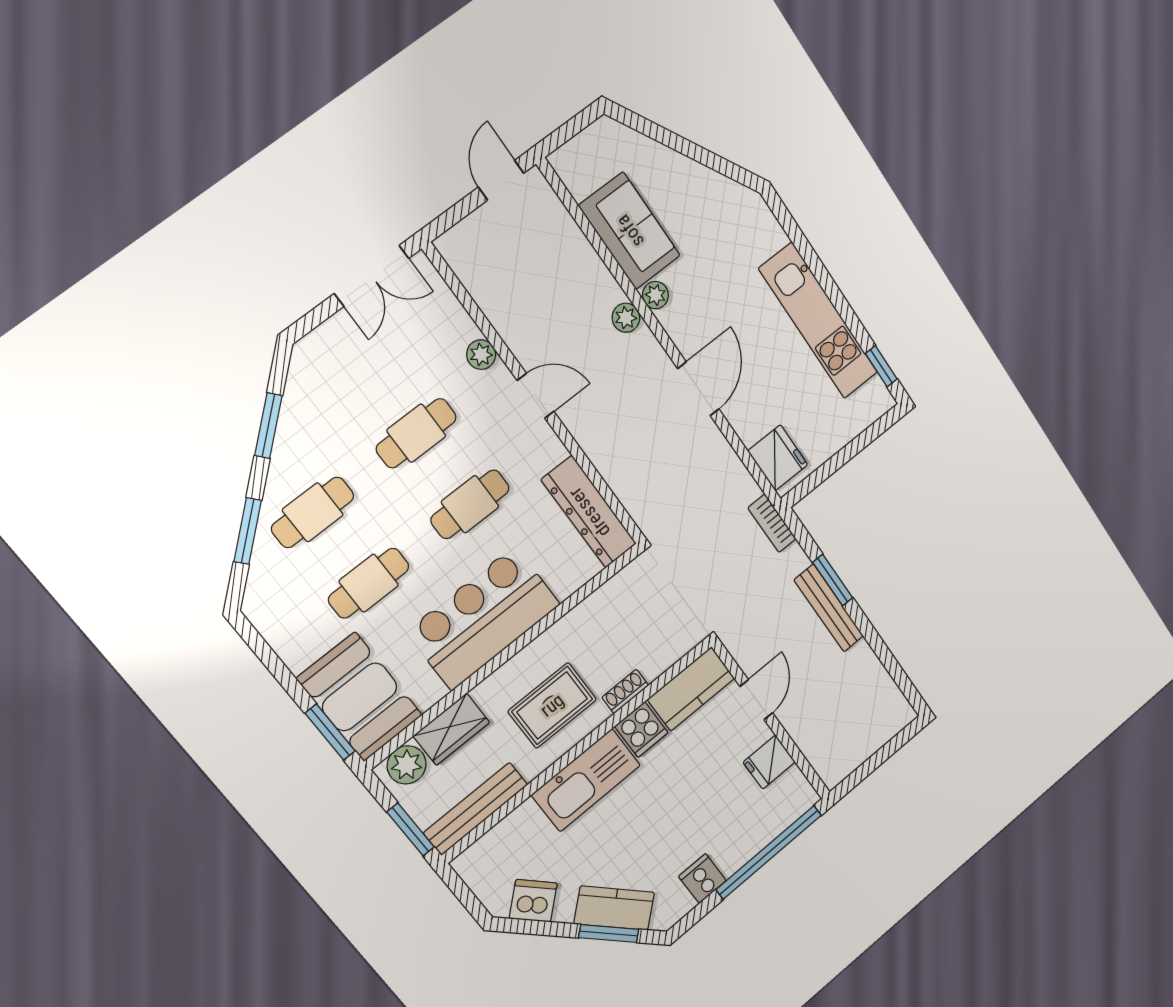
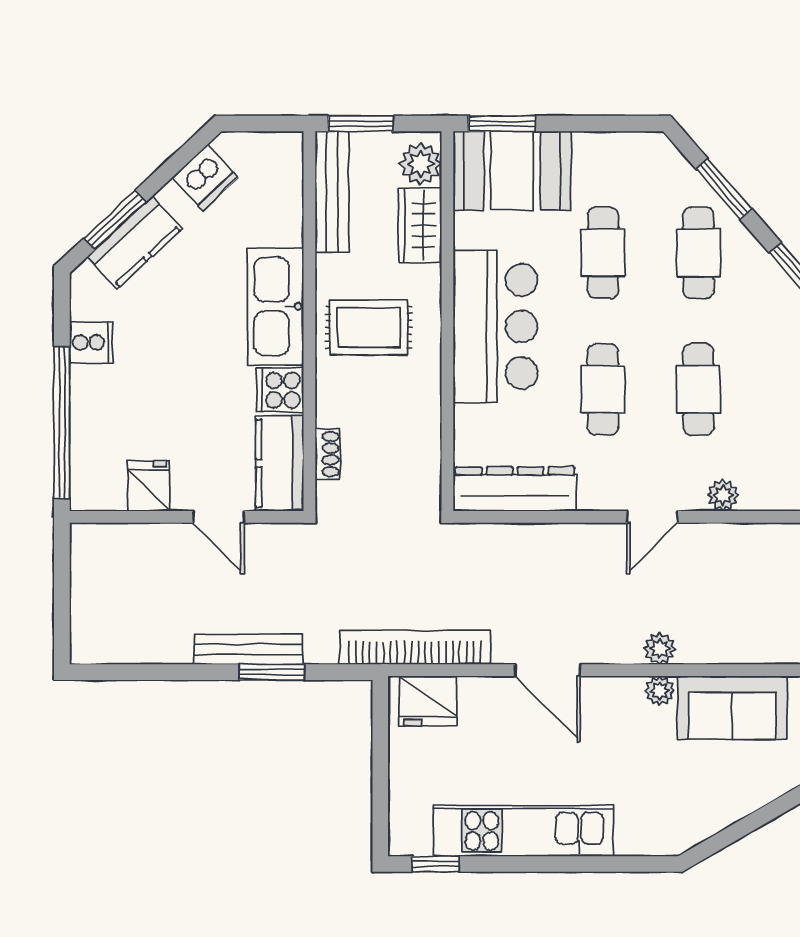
bookcase: (772, 523) -> (415, 647), width x2.31, depth x1.31
shoe rack: (625, 691) -> (327, 454), moved
rug: (552, 705) -> (369, 327), turned 90

